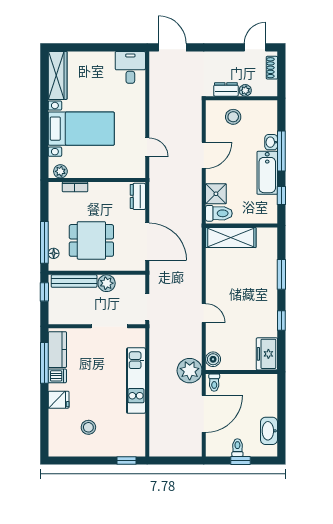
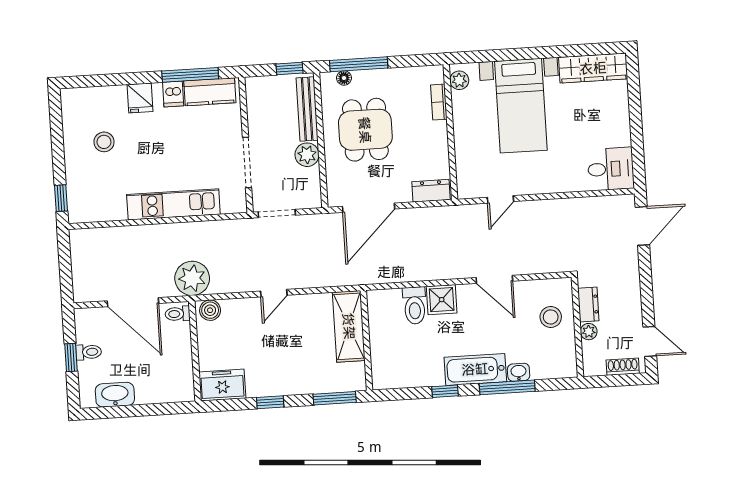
wall: (242, 226) -> (366, 340), moved
shelving: (231, 238) -> (349, 326), moved

